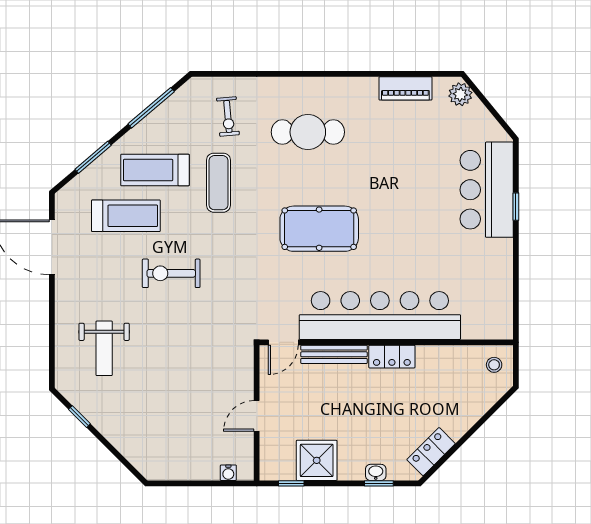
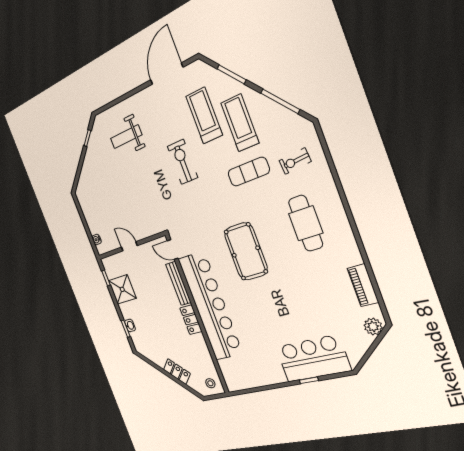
treadmill: (126, 216) -> (204, 116), turned 180
locker: (431, 452) -> (177, 372), moved

